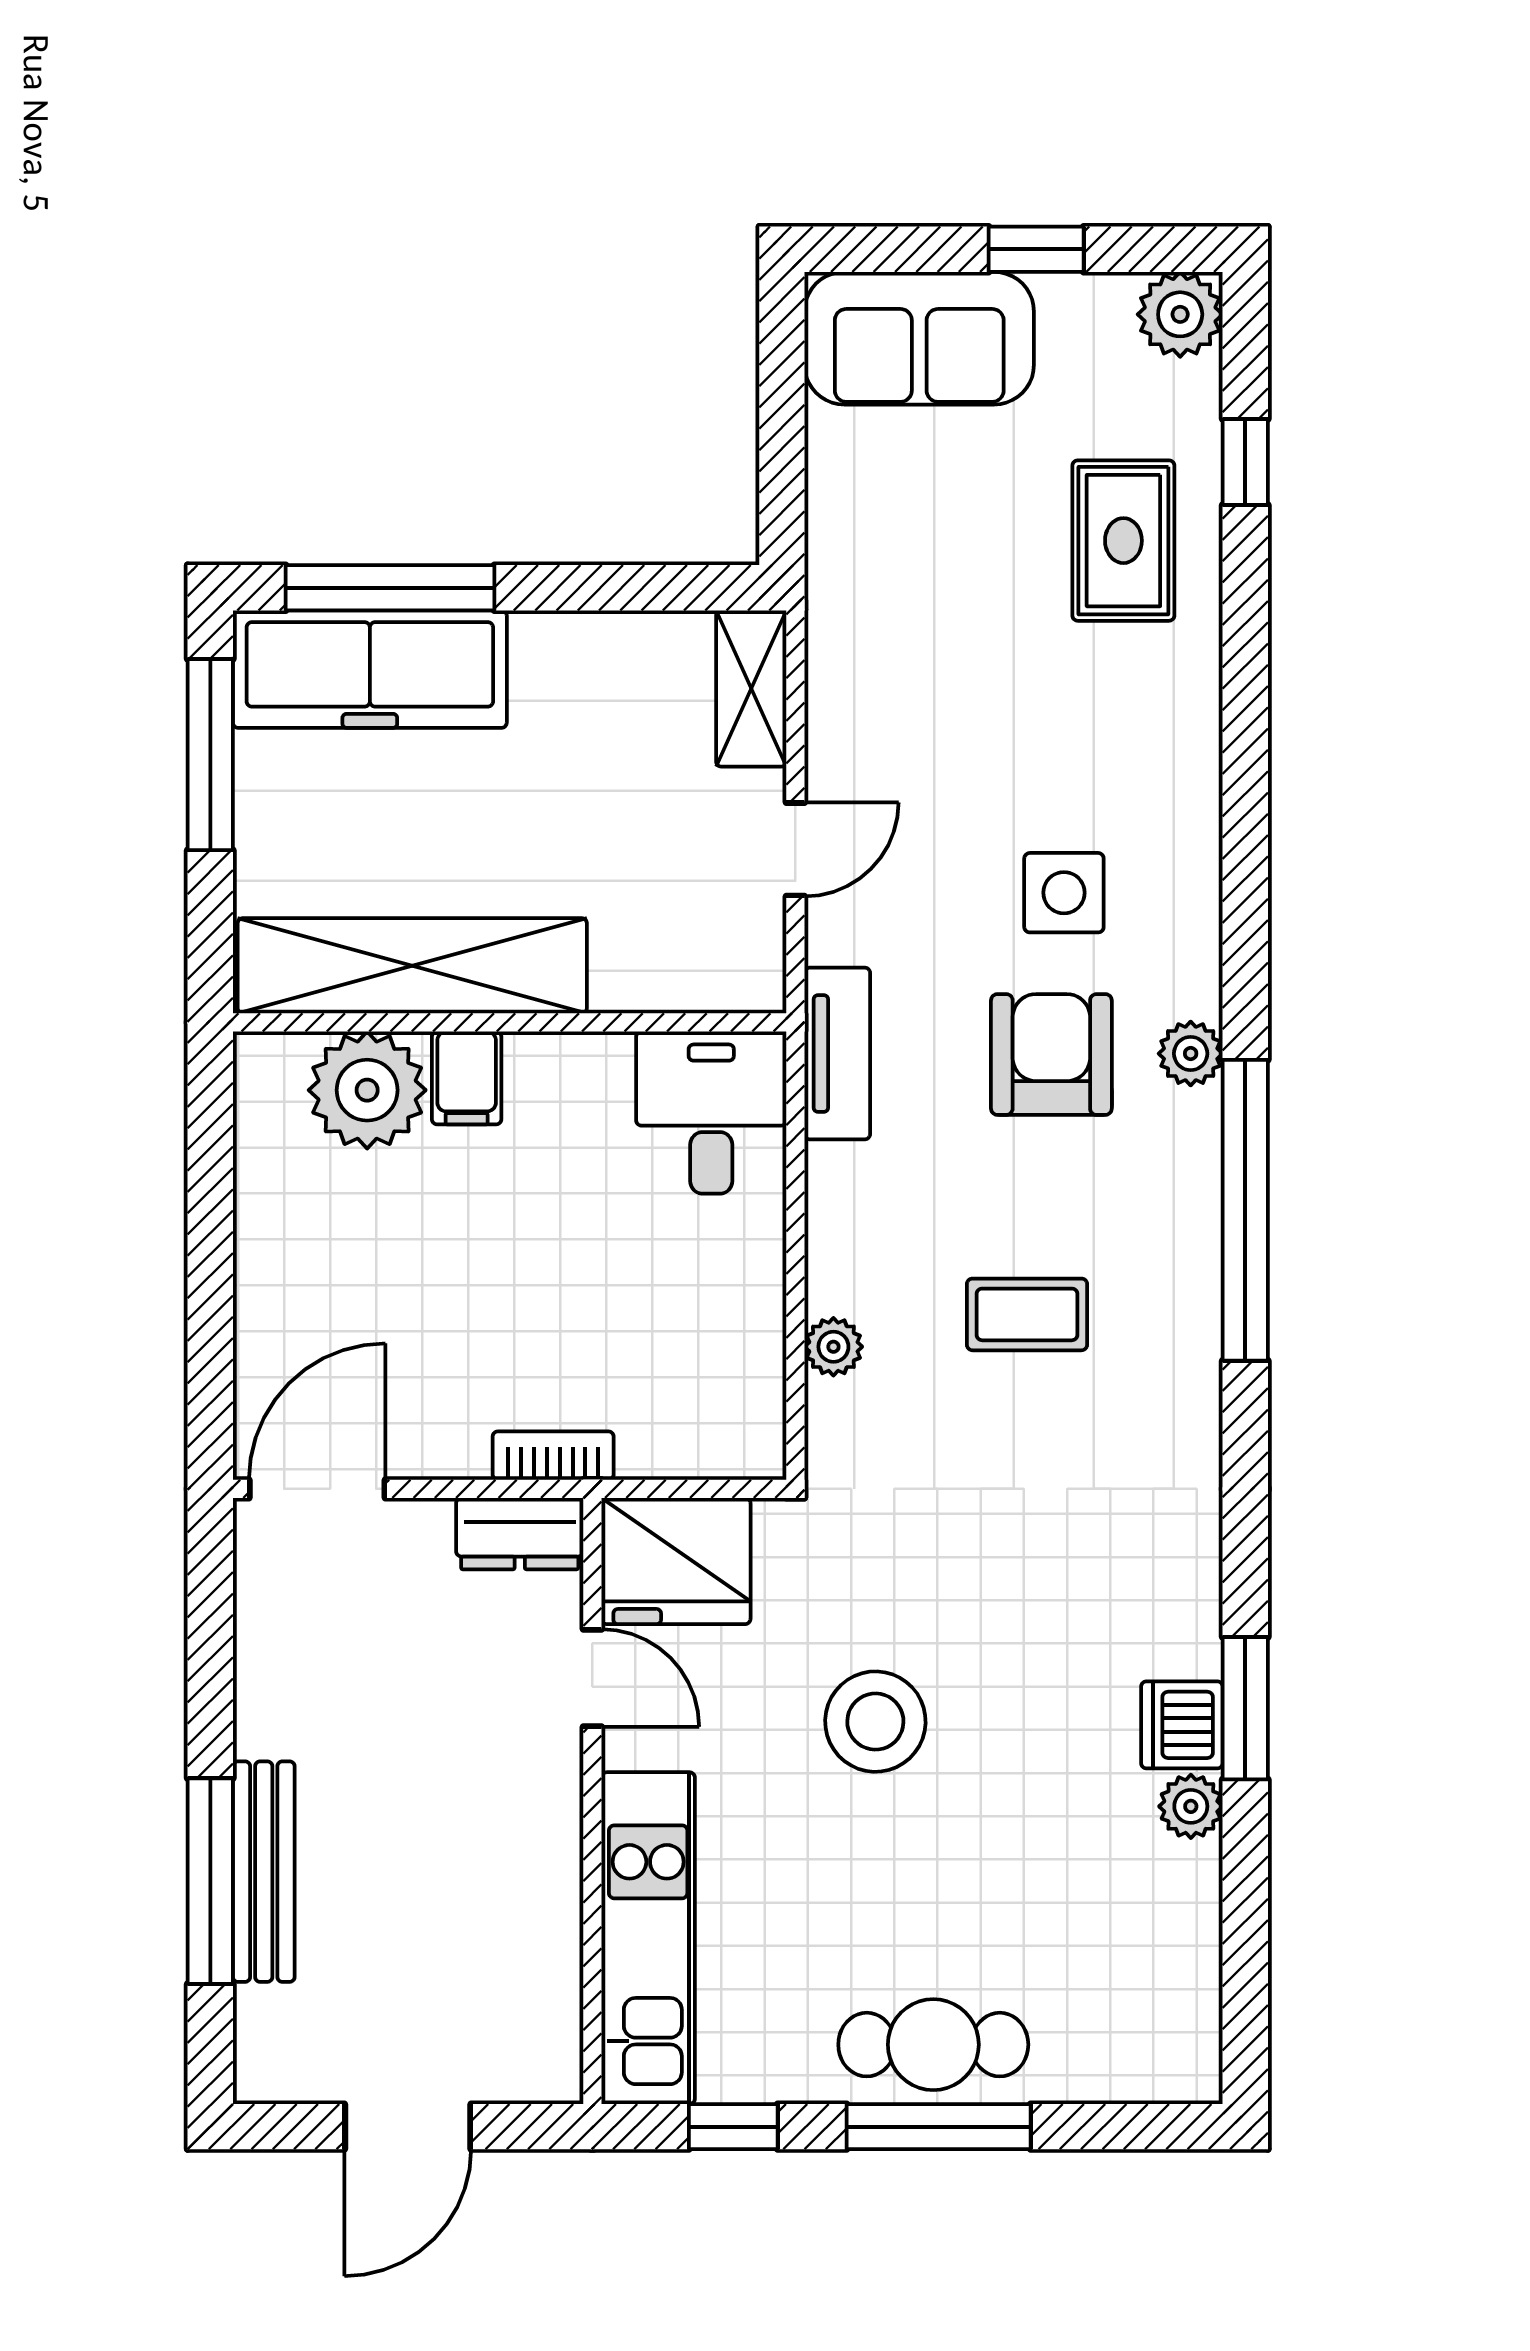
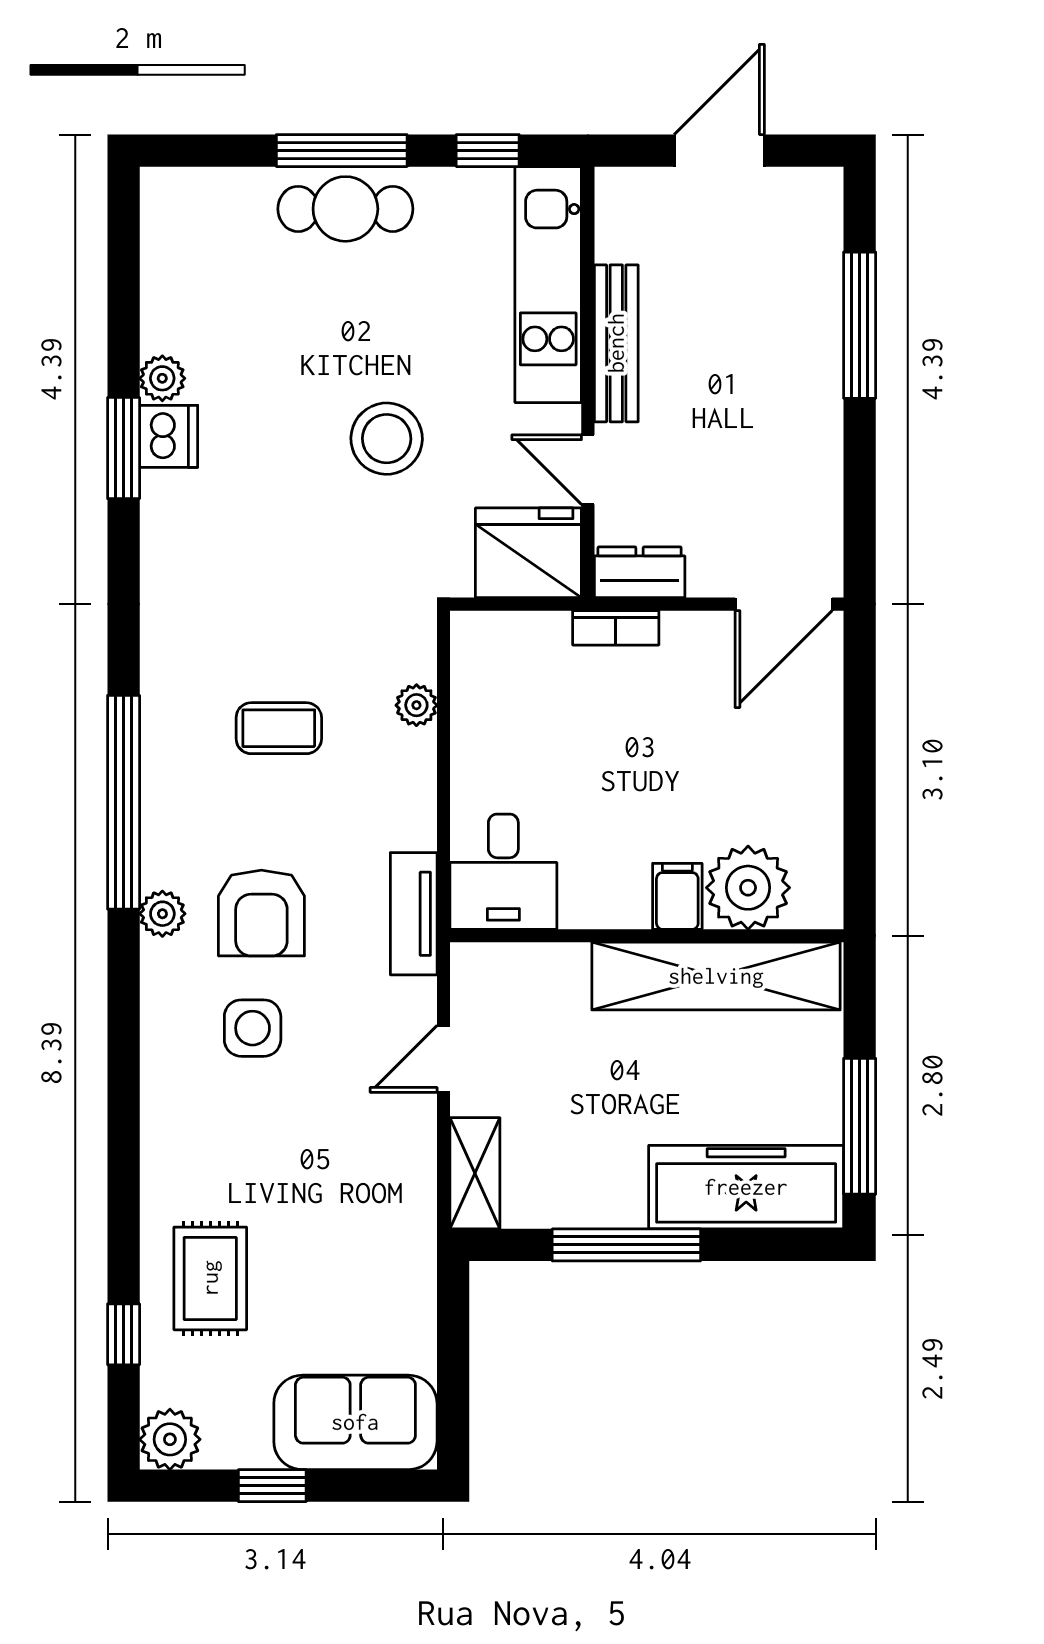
window: (390, 588) -> (626, 1245), moved
bench: (264, 1872) -> (616, 343), moved

